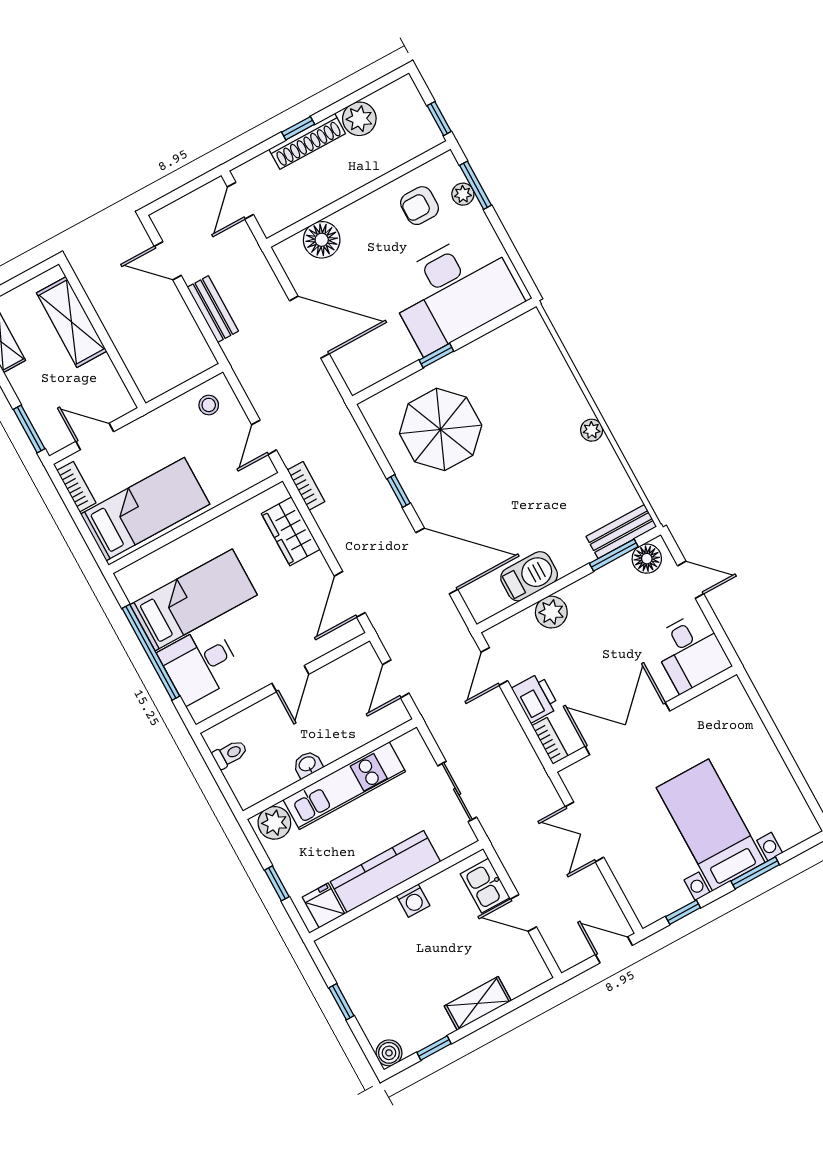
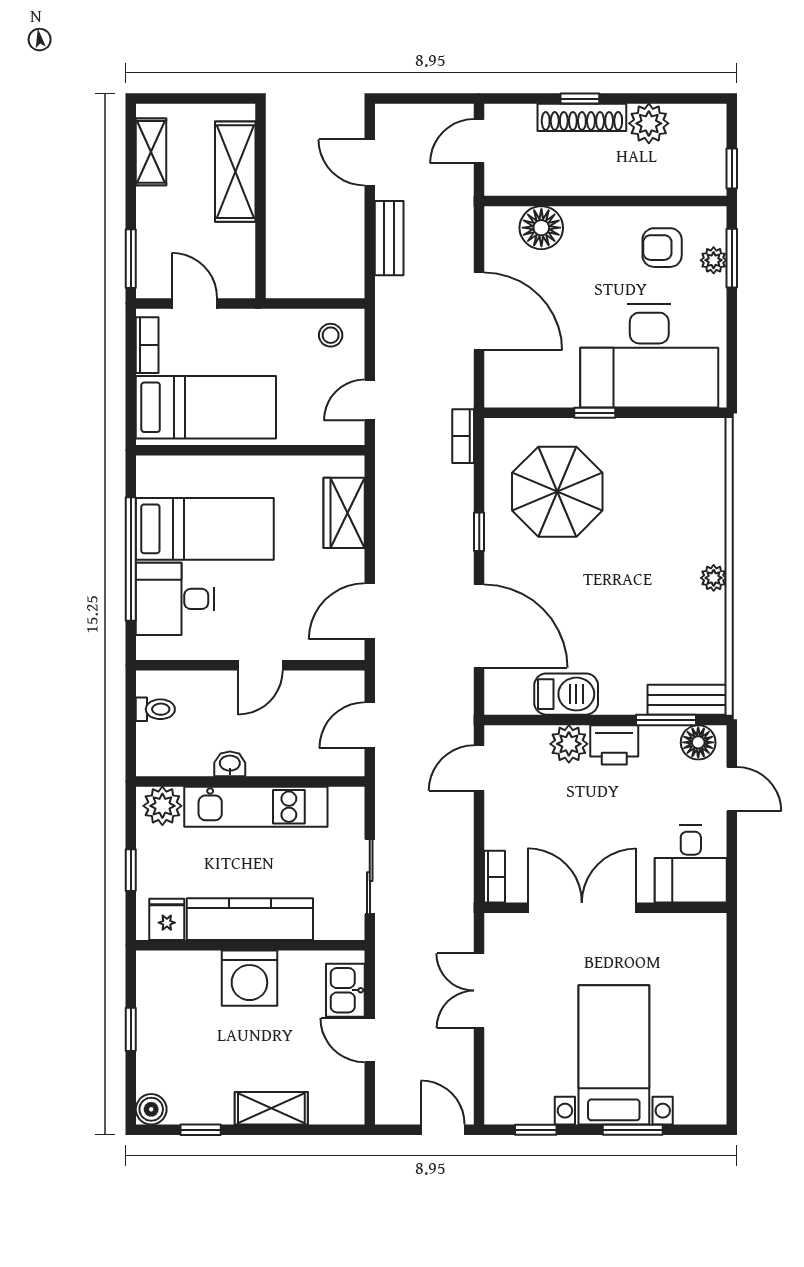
bookcase: (306, 486) -> (463, 436), moved, turned 180
printer: (535, 698) -> (614, 745), moved, turned 90
washing machine: (413, 901) -> (249, 978), width x1.89, depth x1.89

